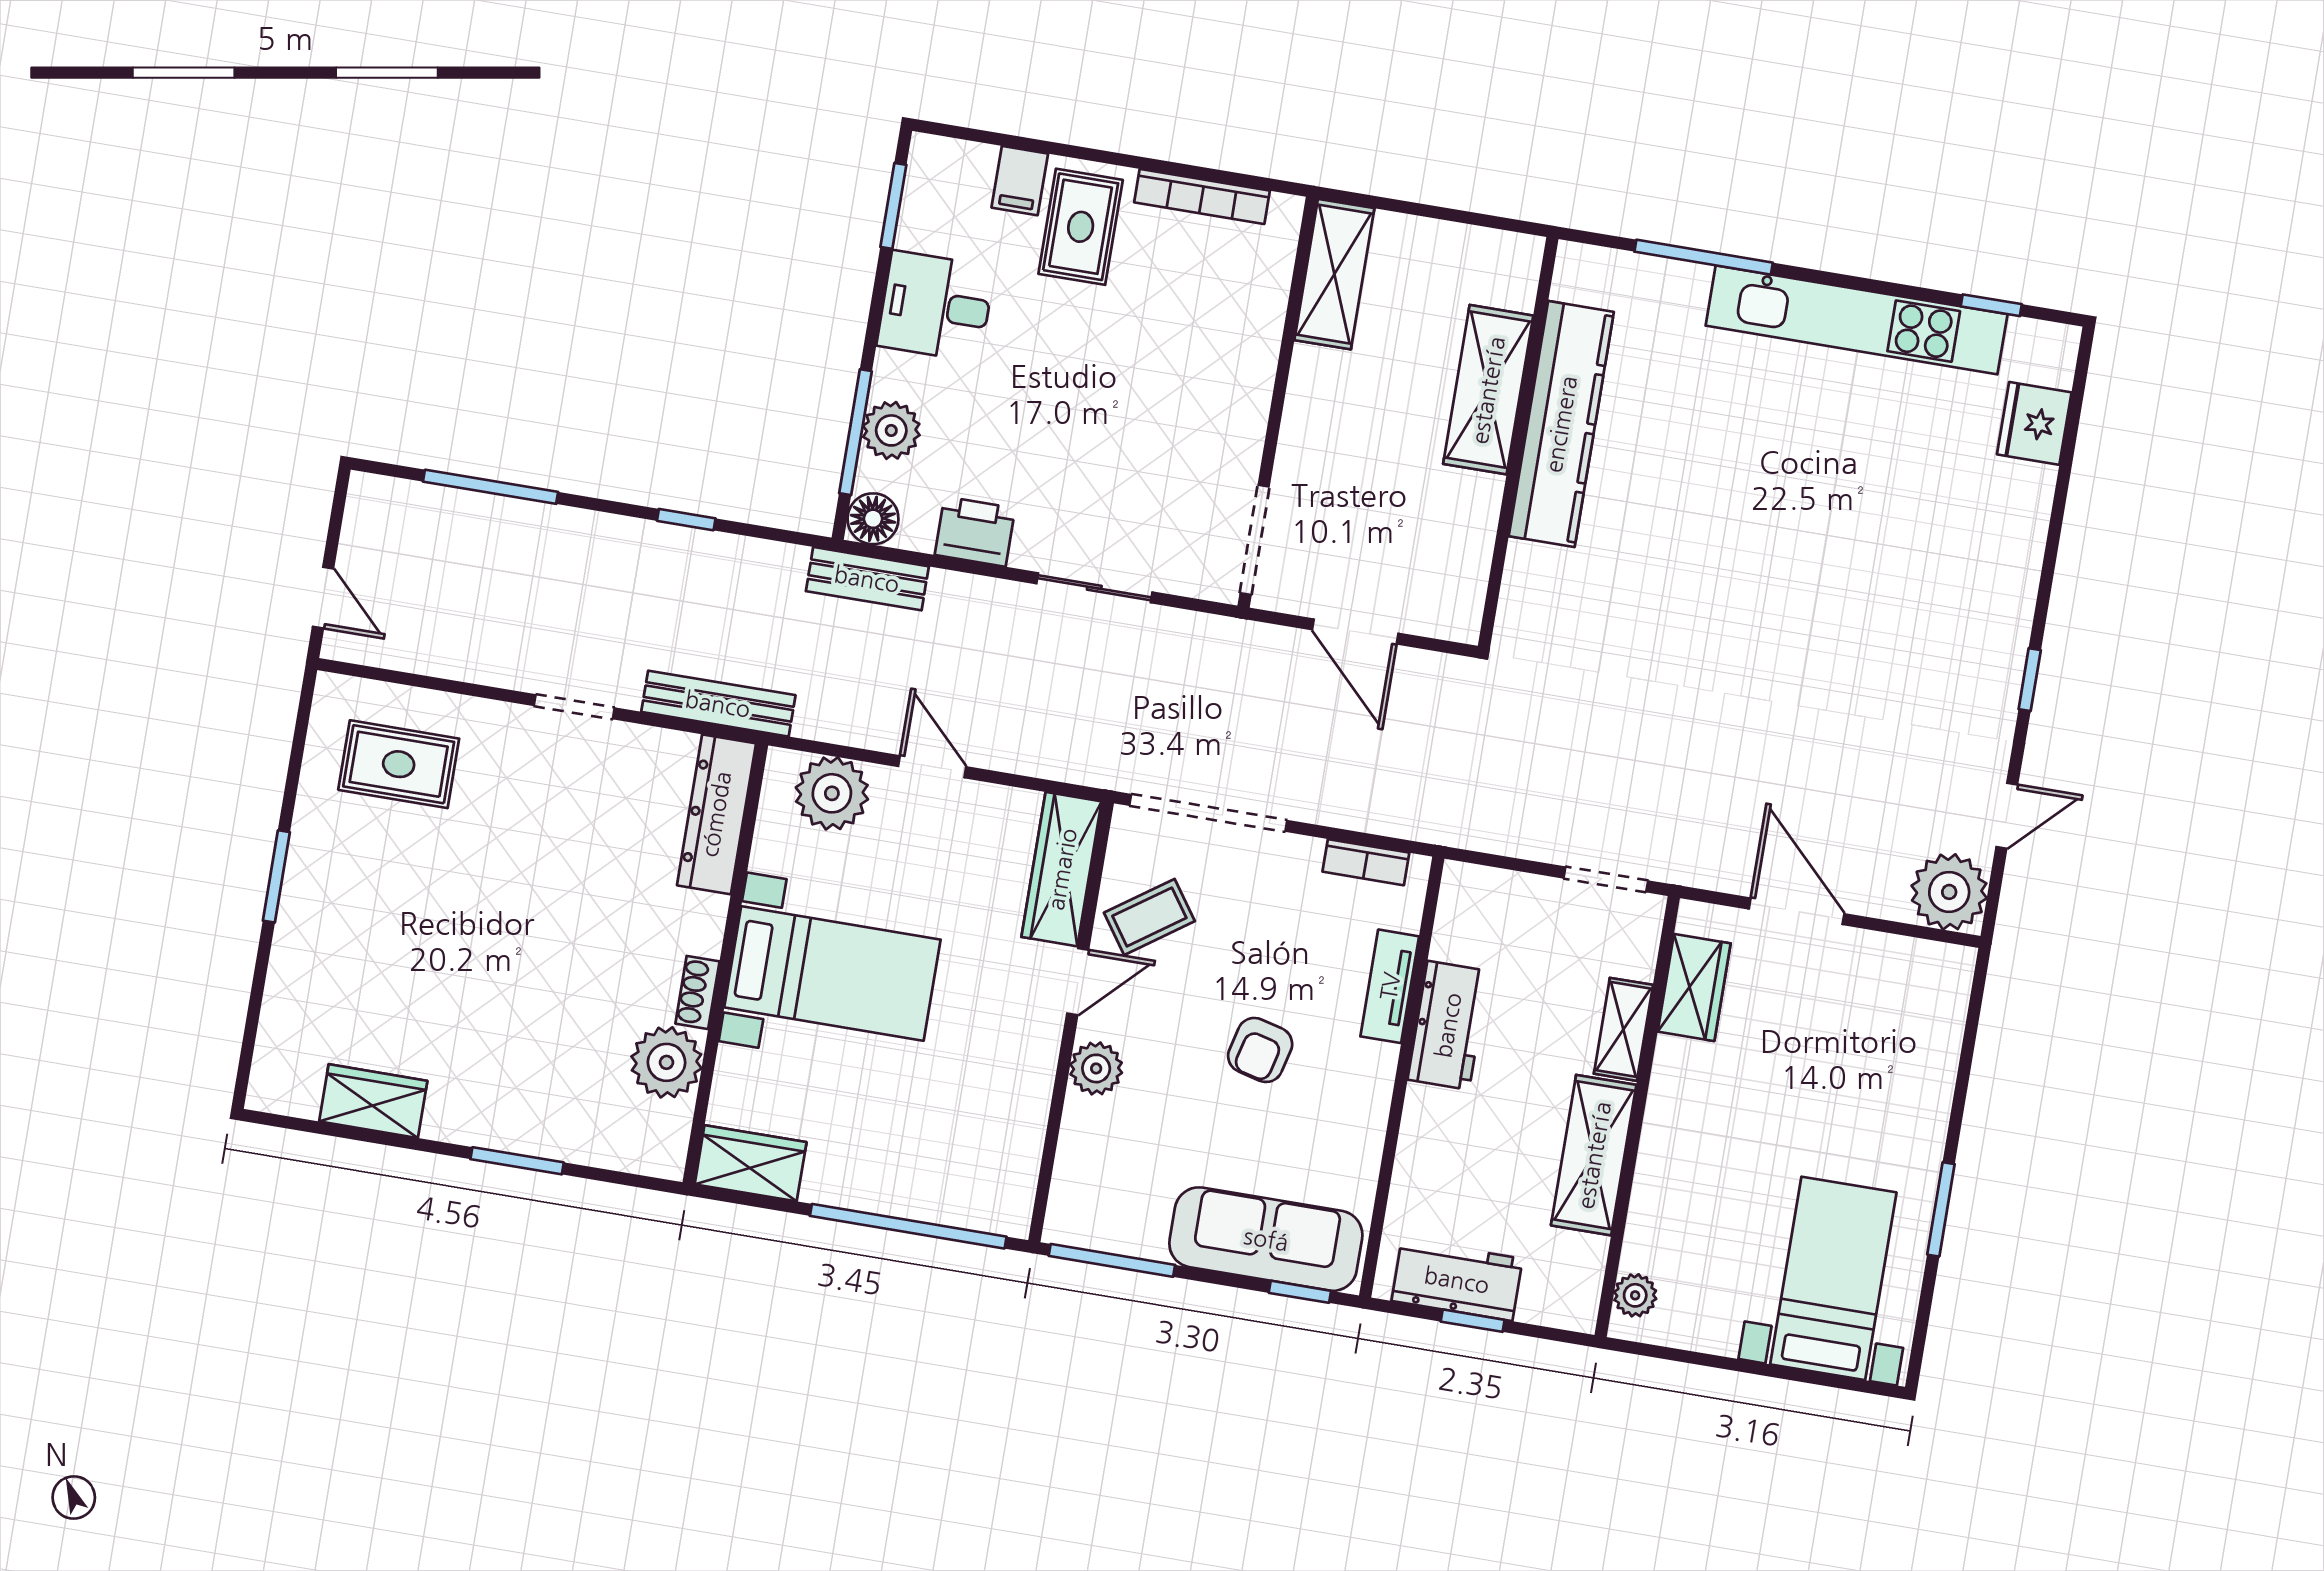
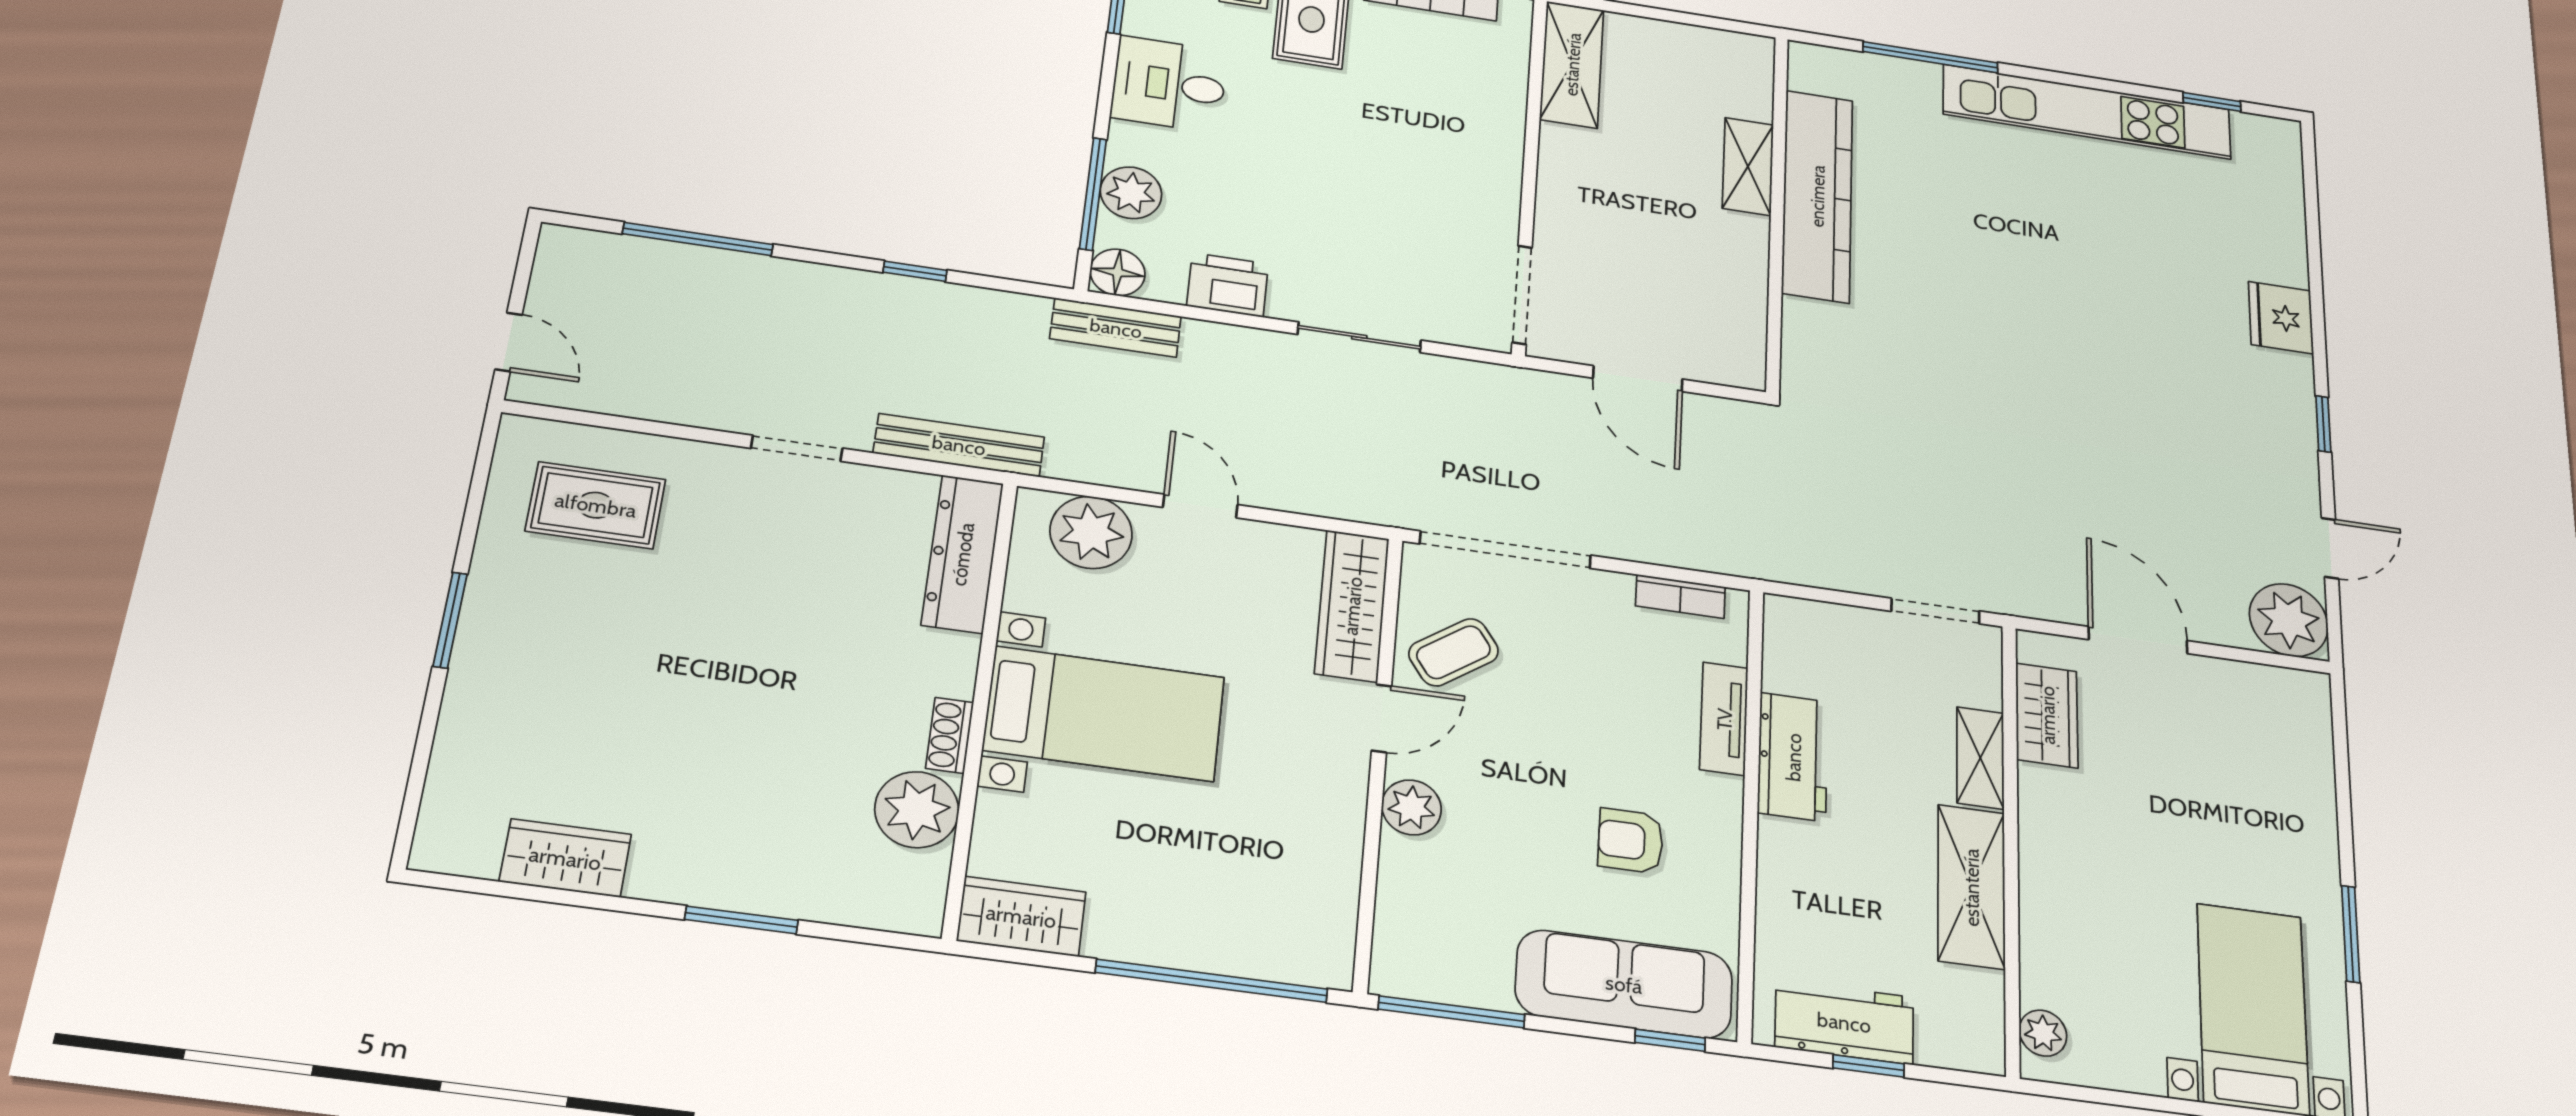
shelving: (1488, 390) -> (1748, 166), width x0.67, depth x0.75
fridge: (2034, 423) -> (2281, 318), moved
armchair: (1260, 1050) -> (1631, 841), moved, turned 76

